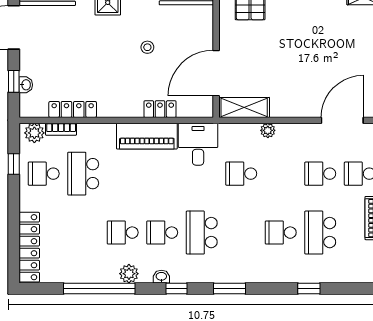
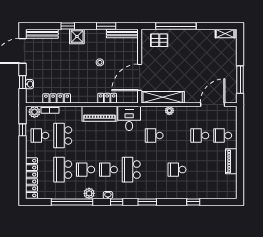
shelving: (244, 107) -> (163, 97), width x1.47
school desk: (320, 233) -> (63, 170), moved

